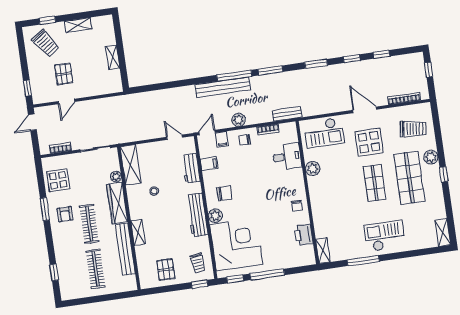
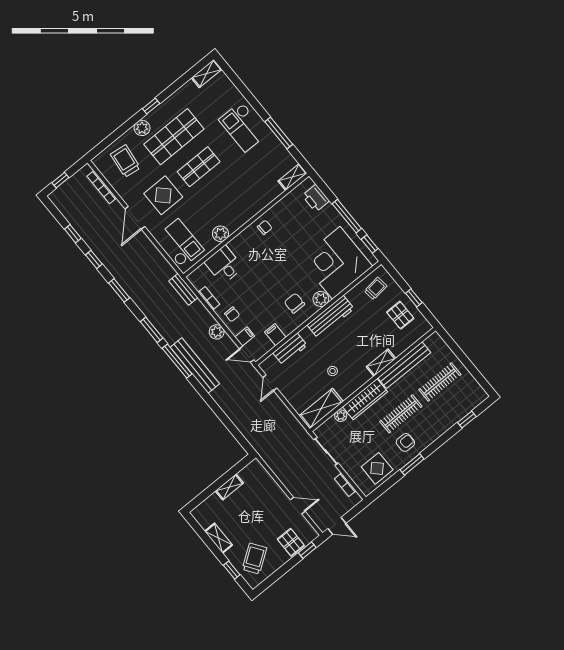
pallet: (64, 74) -> (291, 542), moved, turned 90
printer: (304, 235) -> (316, 198), moved, turned 90
pallet: (166, 270) -> (400, 315), turned 90
window: (200, 284) -> (414, 298), moved

